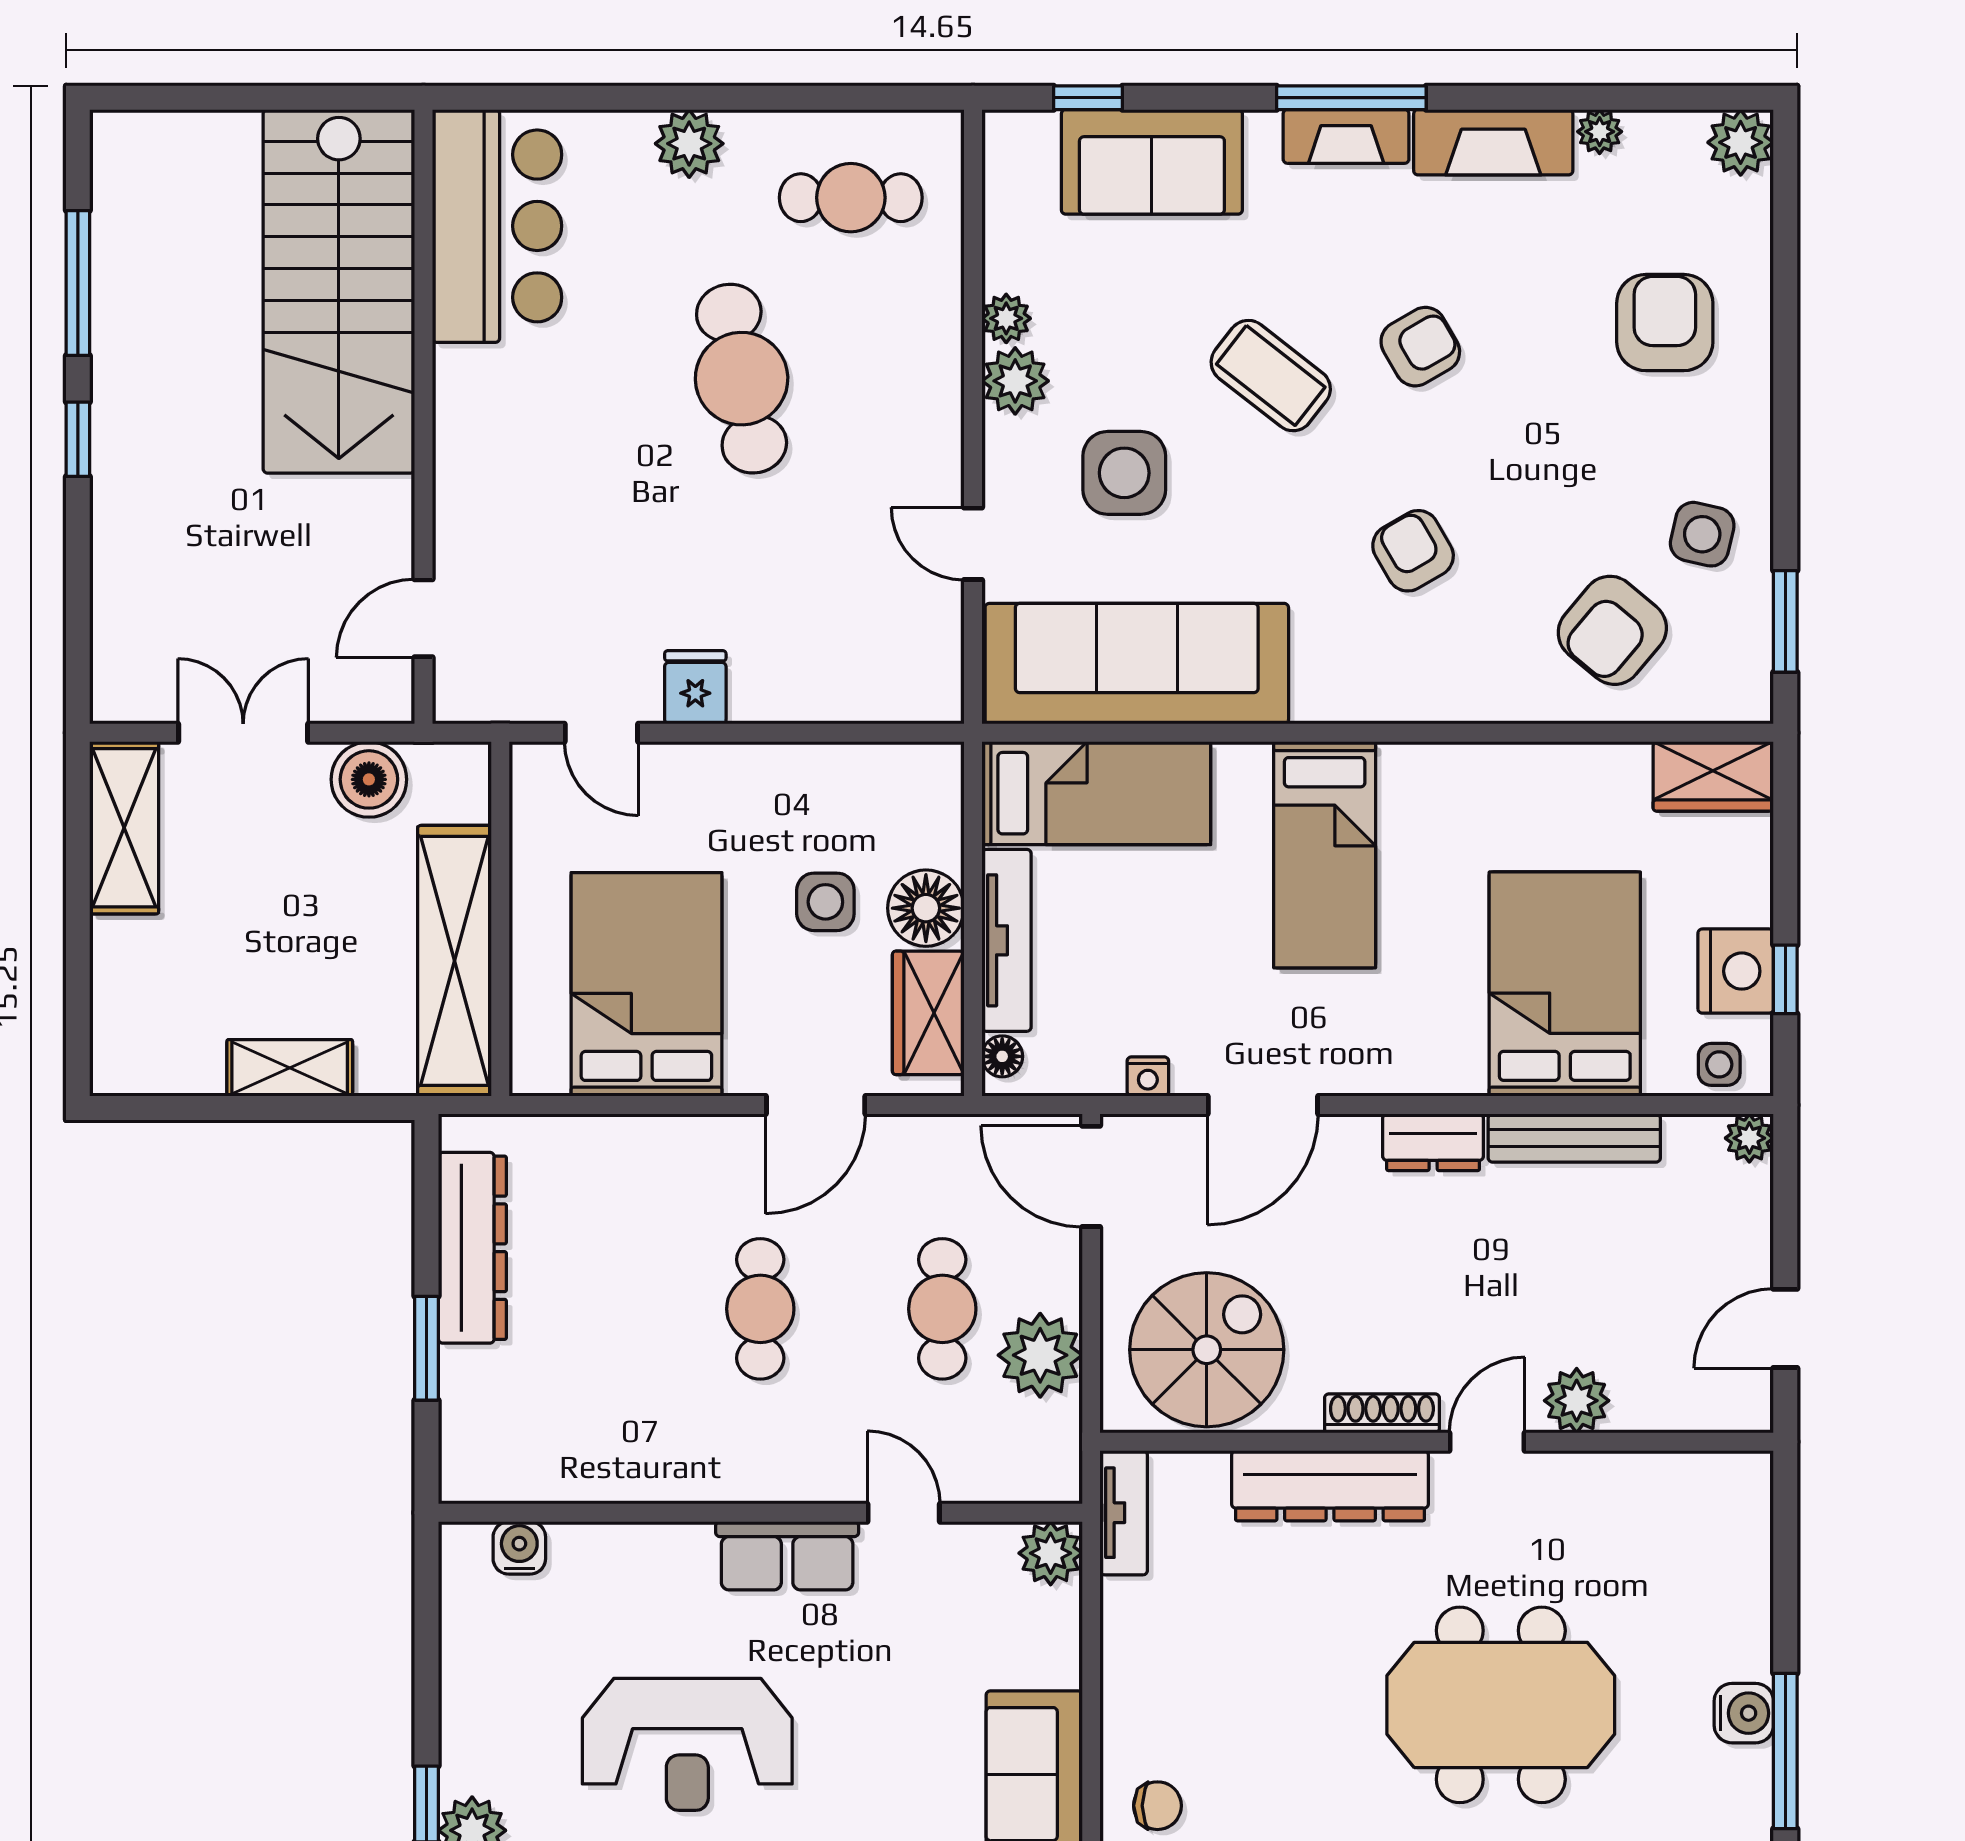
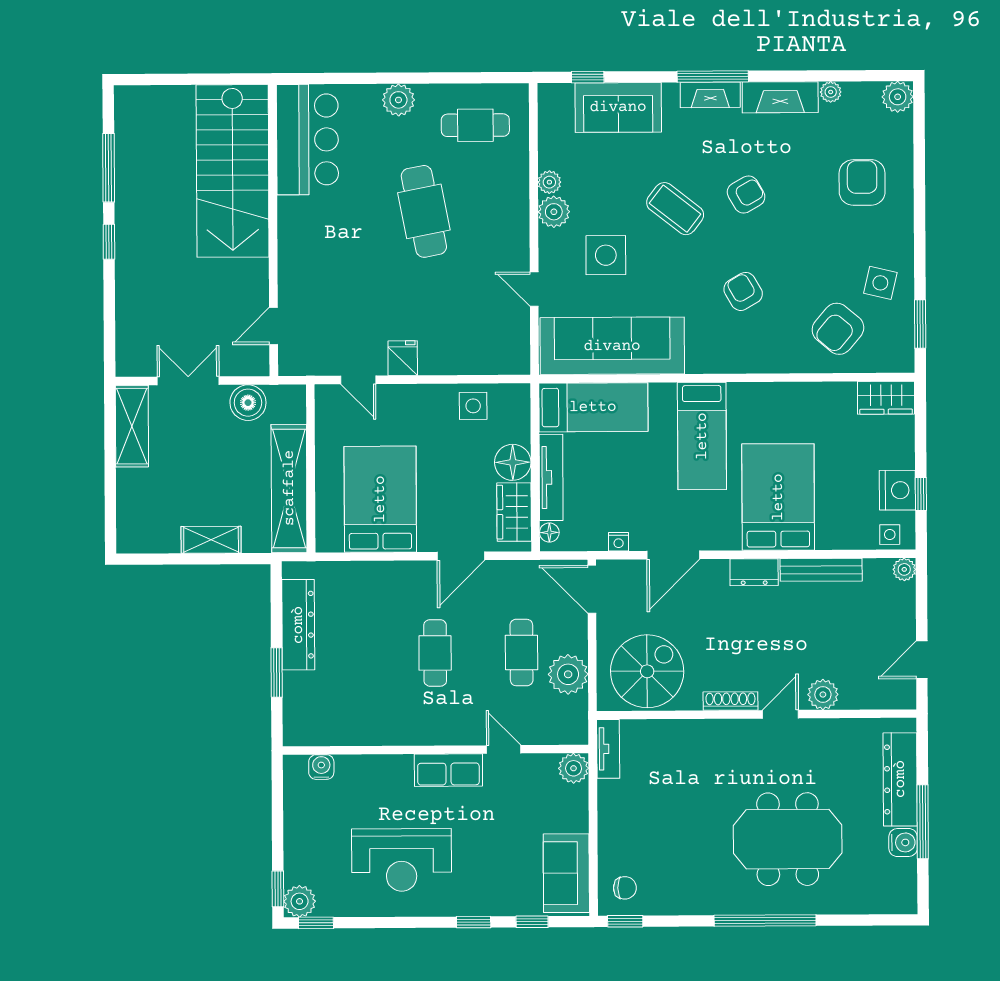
side table: (825, 902) -> (473, 406), moved
bed: (1565, 984) -> (778, 497), moved
dresser: (1330, 1486) -> (900, 779), moved, turned 90
window: (1785, 1751) -> (923, 822), moved

